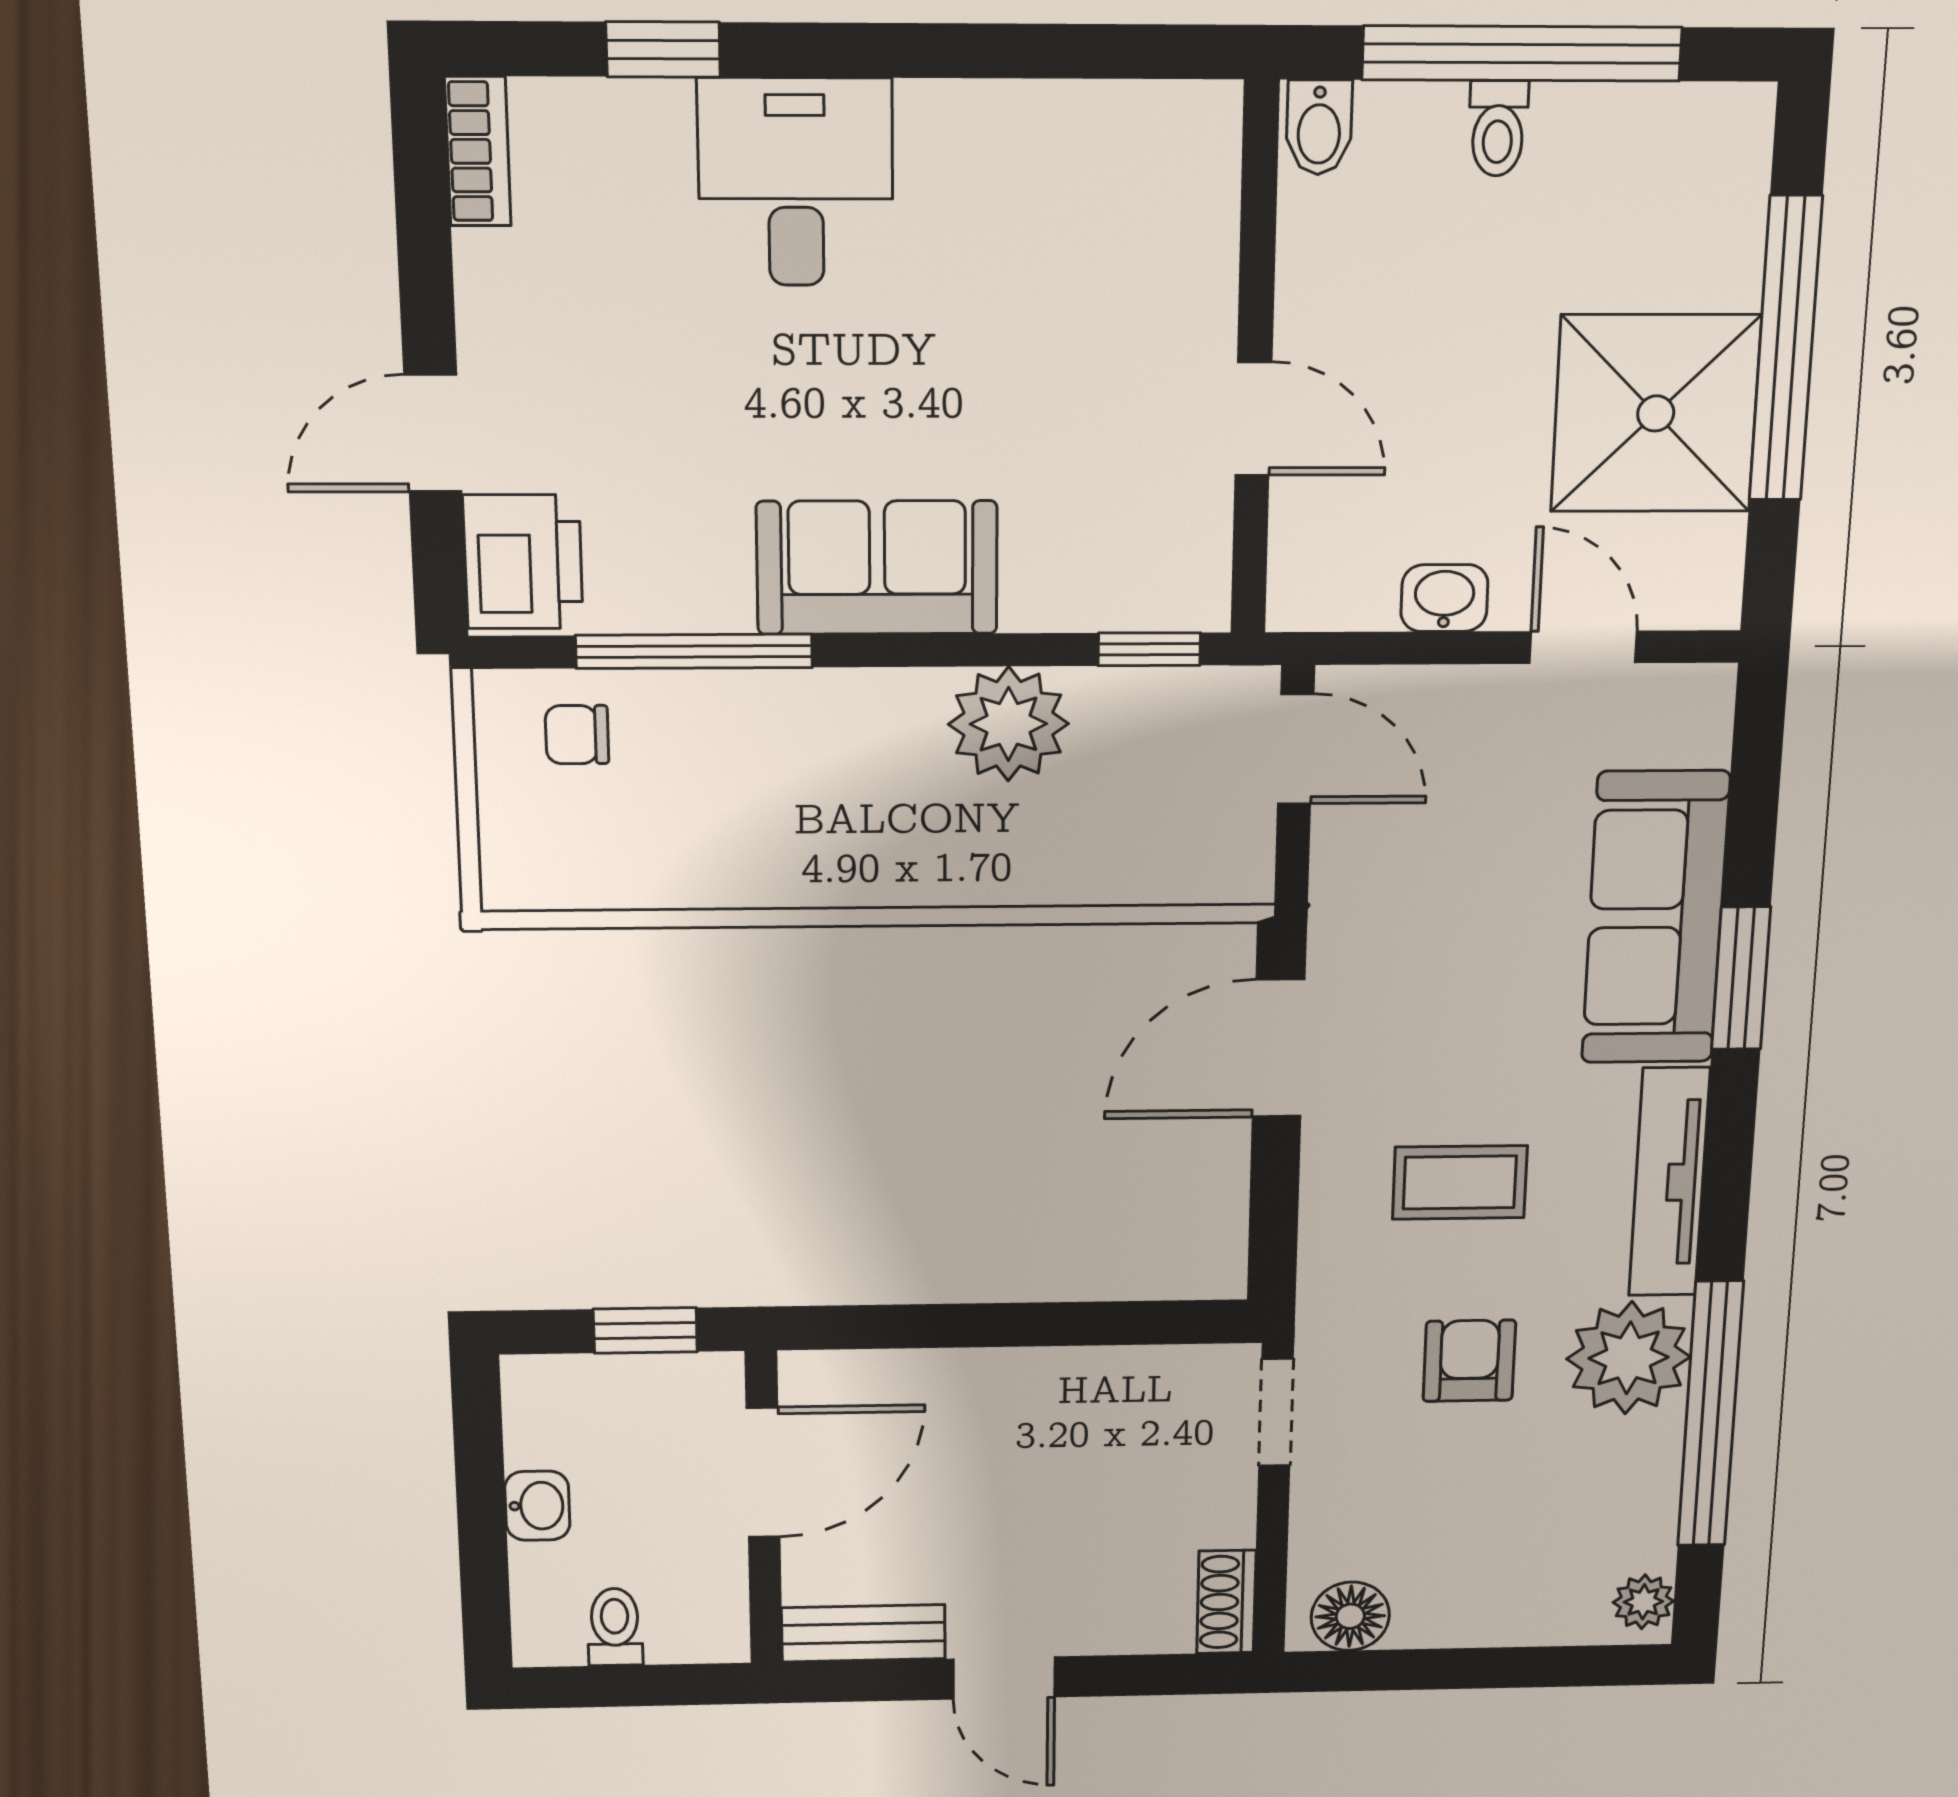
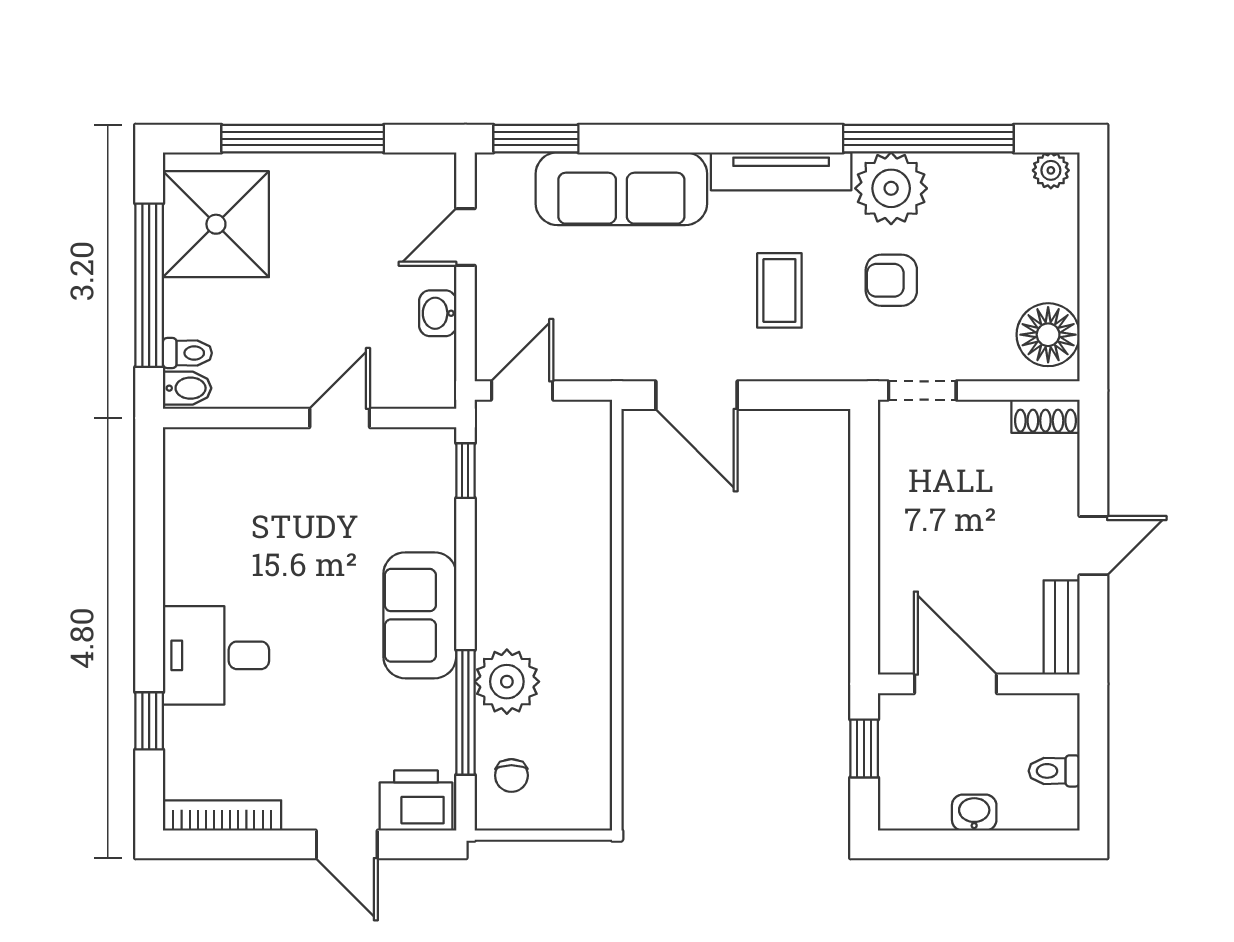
toilet: (1498, 128) -> (187, 353), moved
bookcase: (478, 151) -> (222, 815), width x1.56
shower: (1656, 413) -> (216, 224), moved
plant: (1008, 724) -> (507, 682), moved
window: (1741, 978) -> (536, 139), moved
floor lamp: (1350, 1616) -> (1048, 335), width x1.38, depth x1.38

